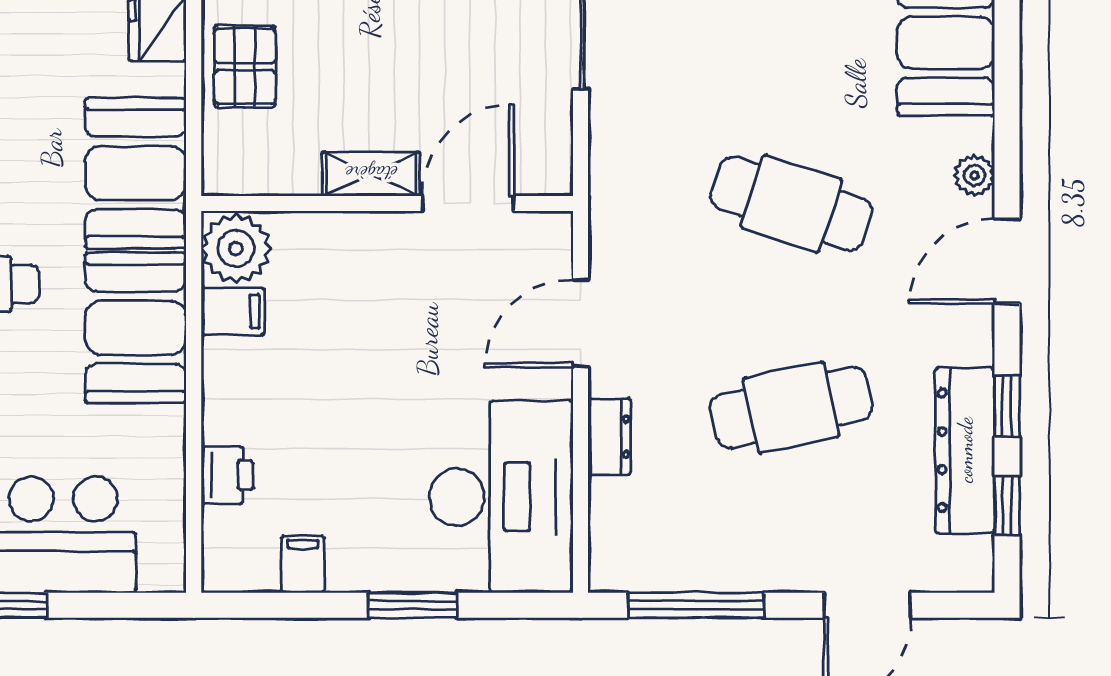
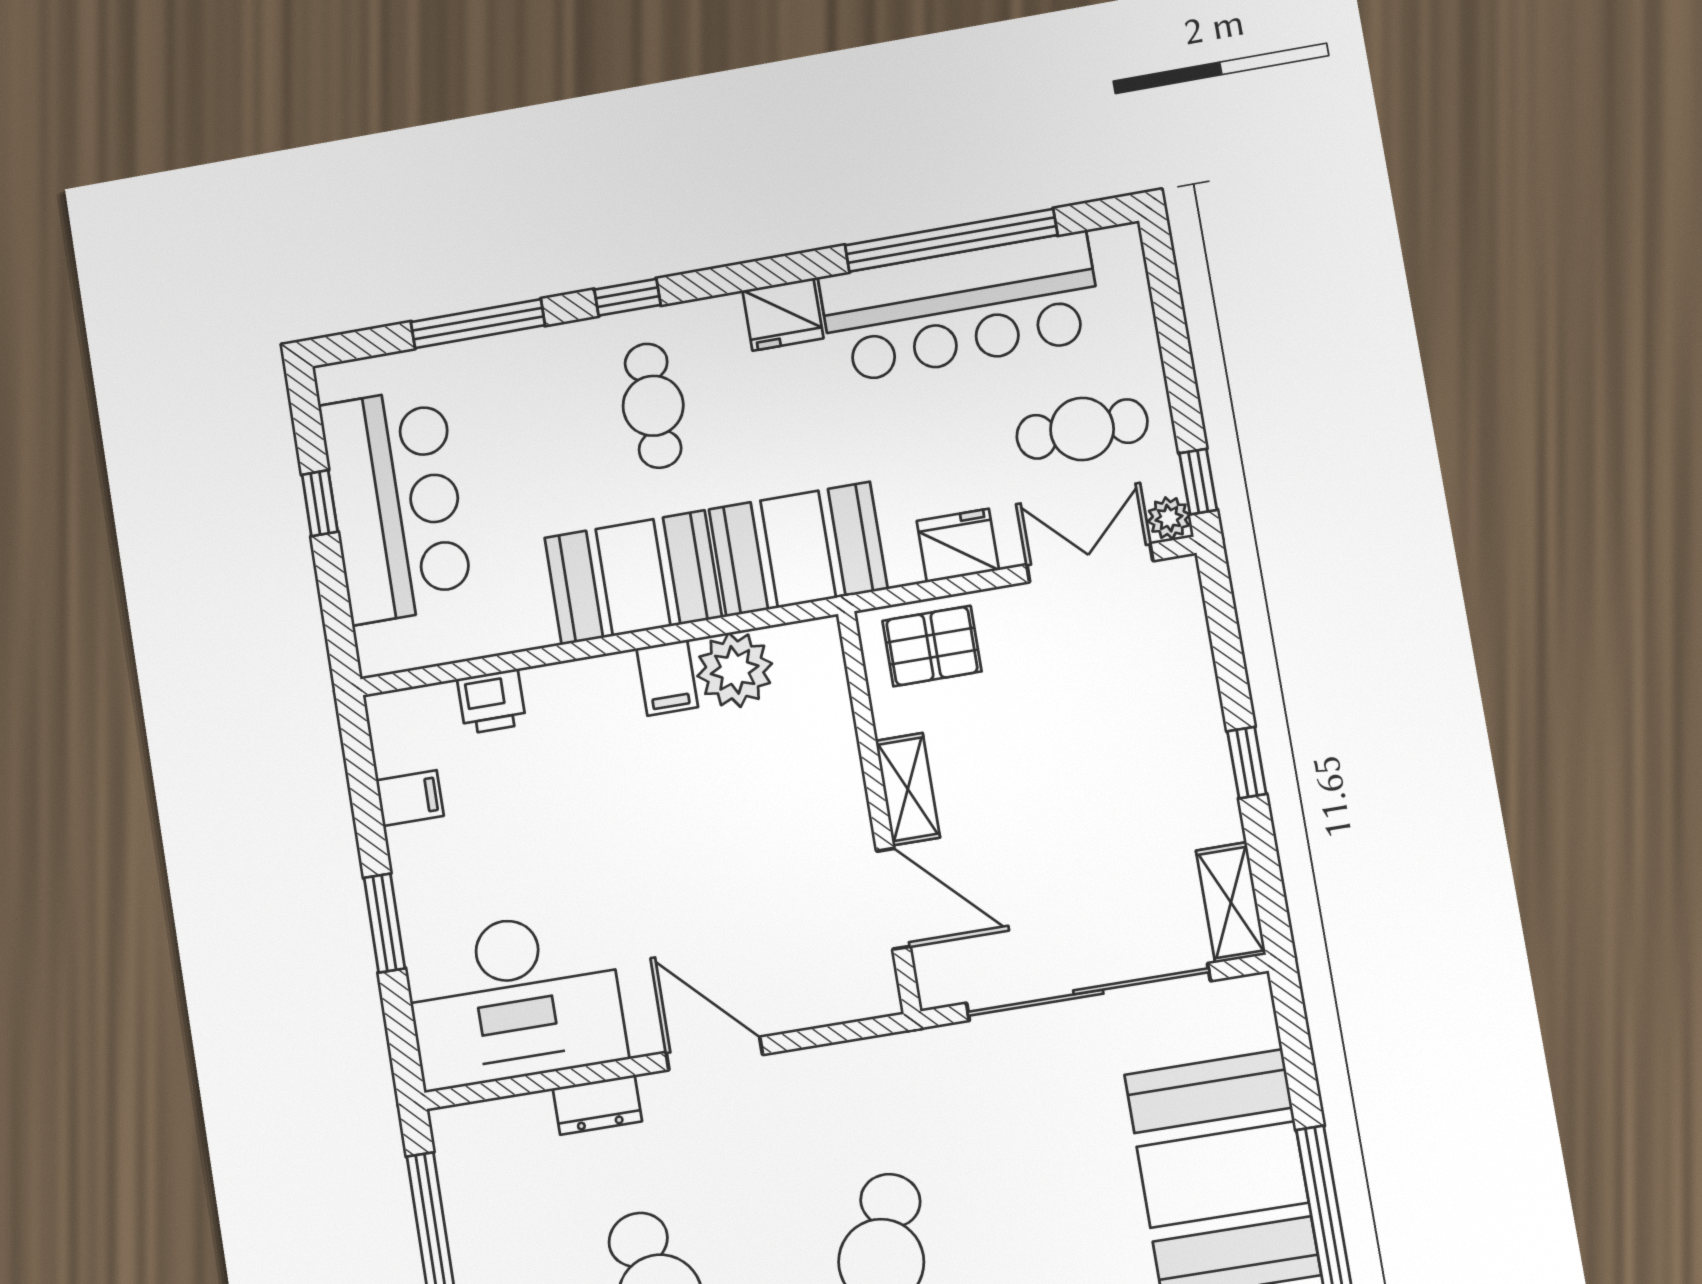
shelving: (371, 174) -> (908, 789), moved
wall: (387, 203) -> (879, 812), moved
door: (468, 203) -> (893, 899), moved

